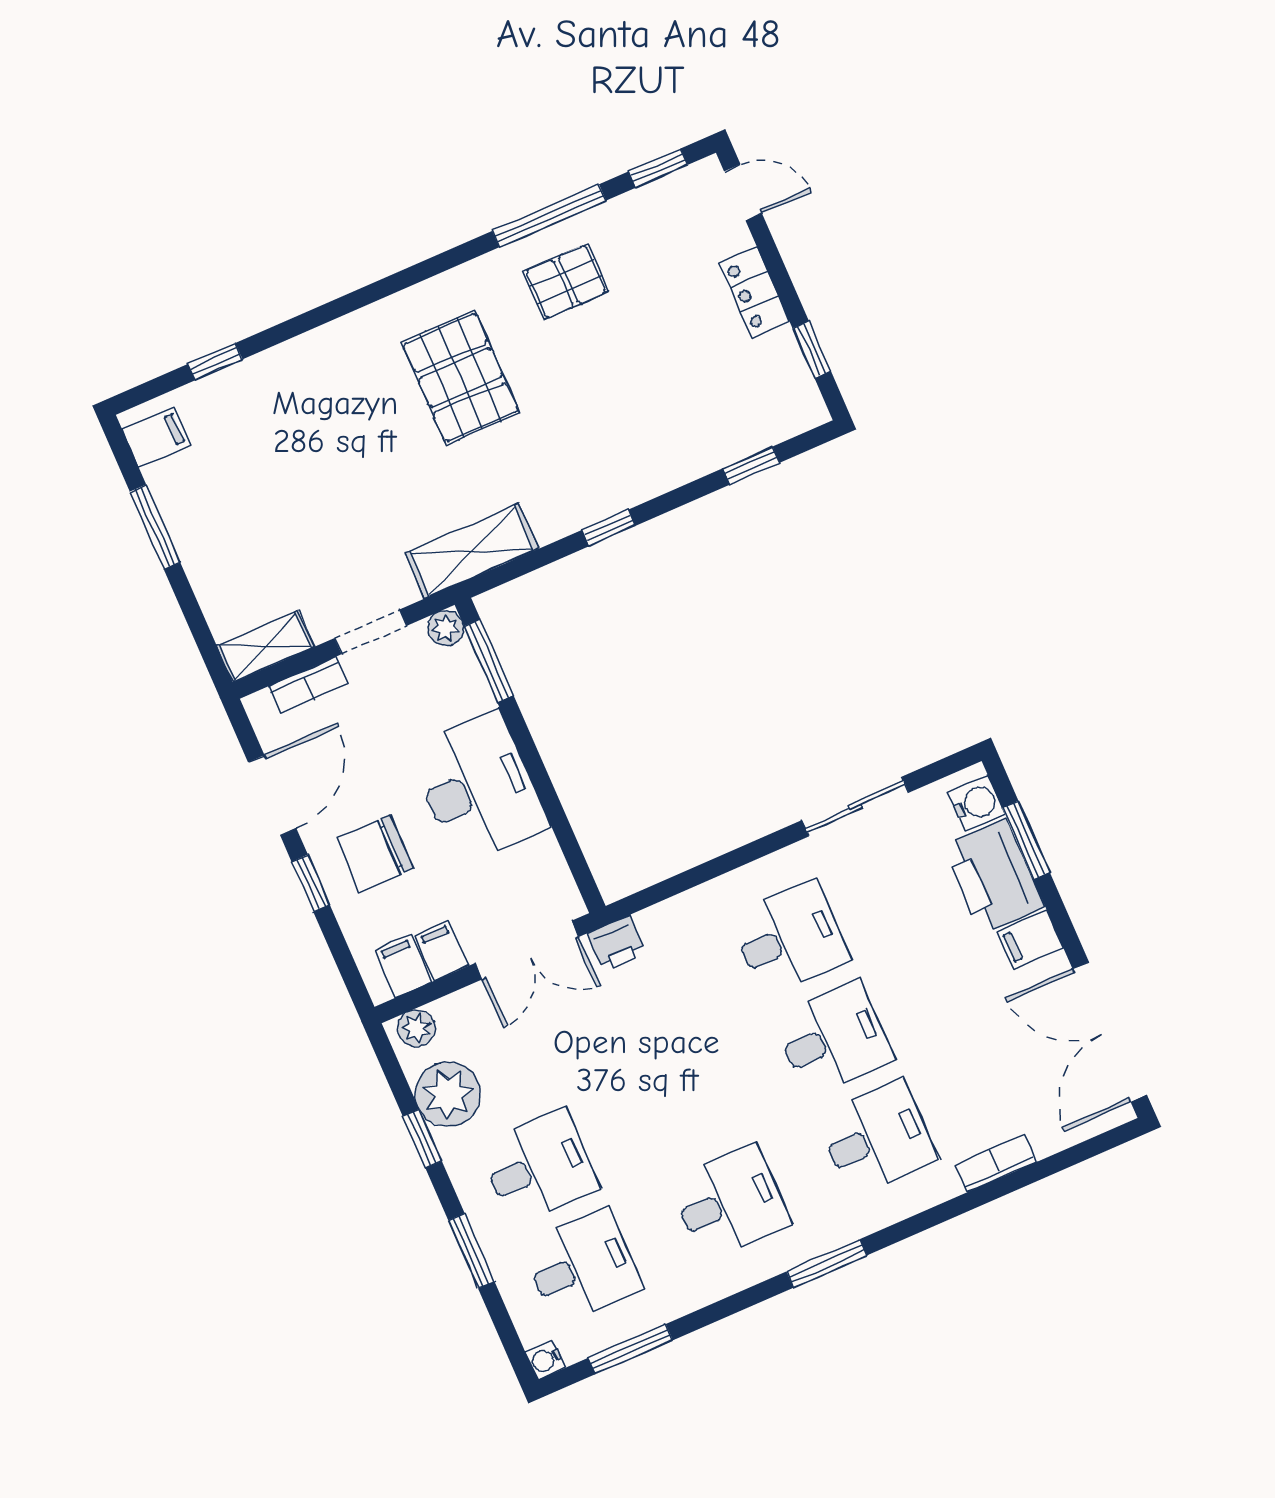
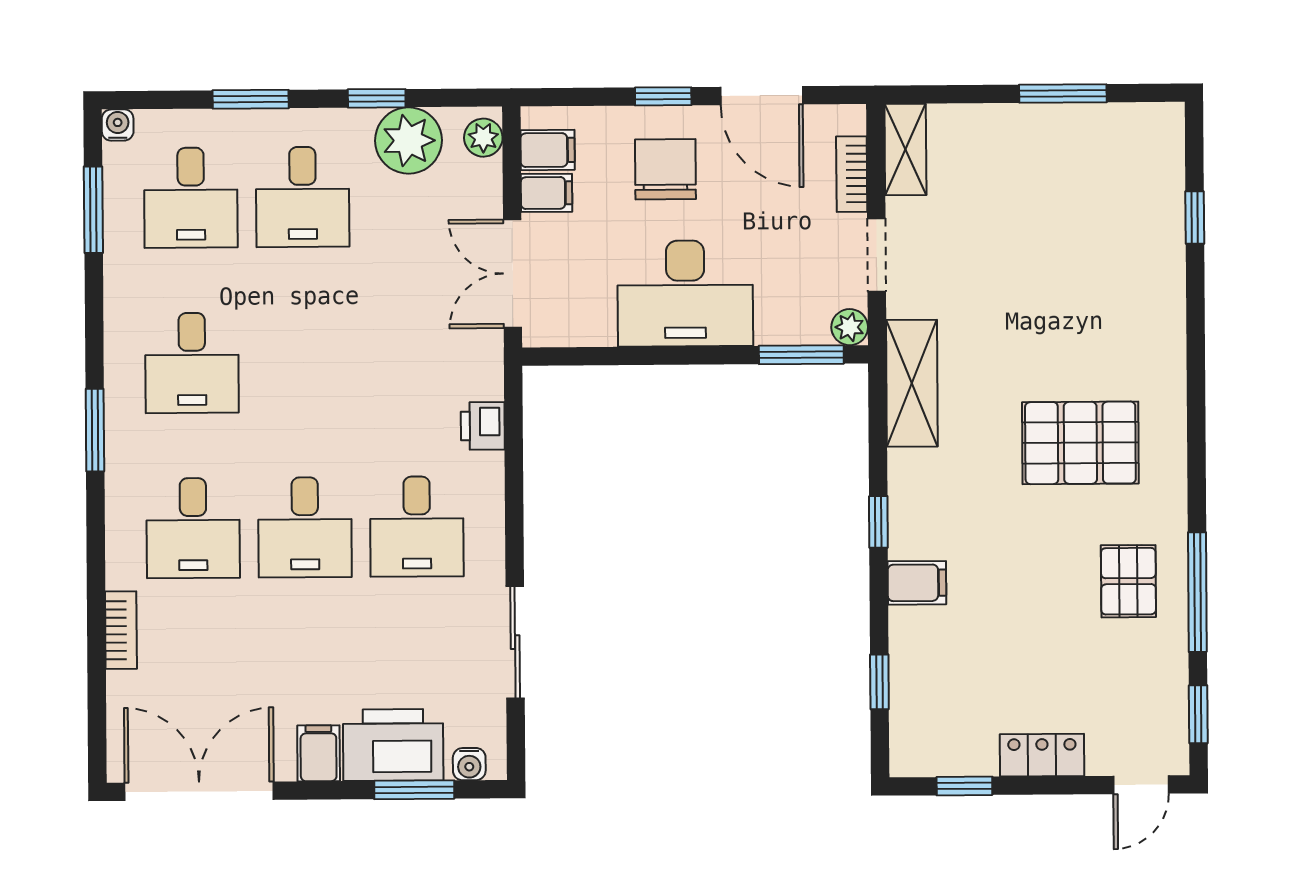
filing cabinet: (156, 437) -> (917, 583), moved, turned -90
water cooler: (976, 803) -> (469, 764), width x0.72, depth x0.72
printer: (617, 943) -> (483, 426), moved

